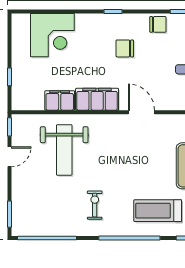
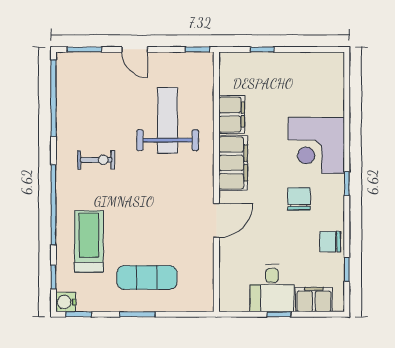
chair: (158, 24) -> (330, 242), turned 90
corner desk: (52, 35) -> (316, 145), moved
weight bench: (64, 150) -> (168, 120), turned 90
door: (9, 157) -> (135, 49), moved

